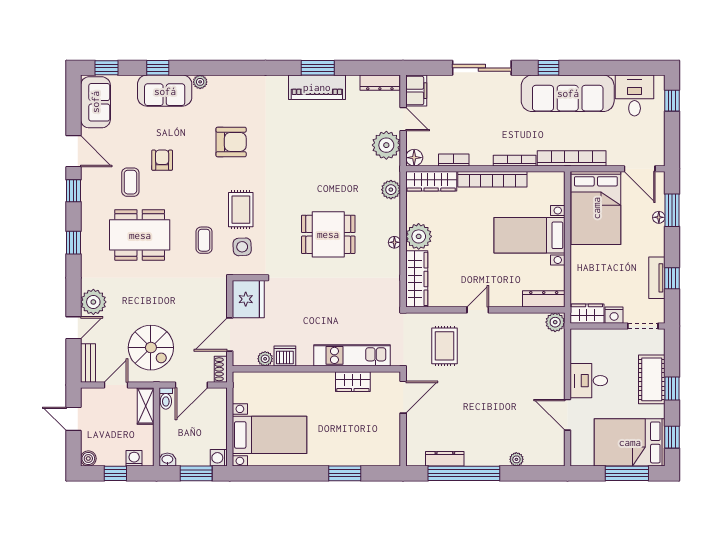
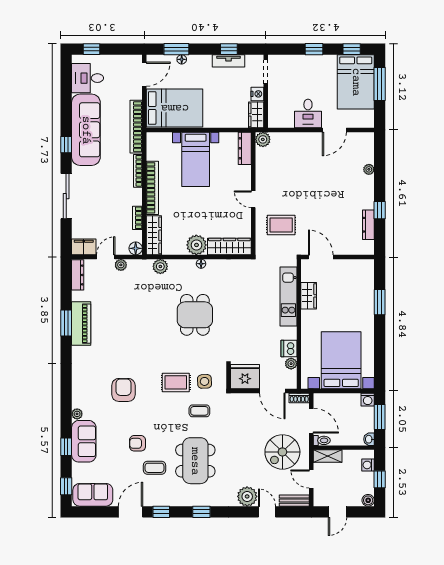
plant: (386, 145) -> (121, 265), width x0.53, depth x0.53
spiral stairs: (151, 348) -> (282, 452), turned 180
cot: (652, 379) -> (307, 65), removed
bed with nightstands: (270, 435) -> (341, 360), width x1.36
window: (464, 473) -> (380, 210), width x0.32

